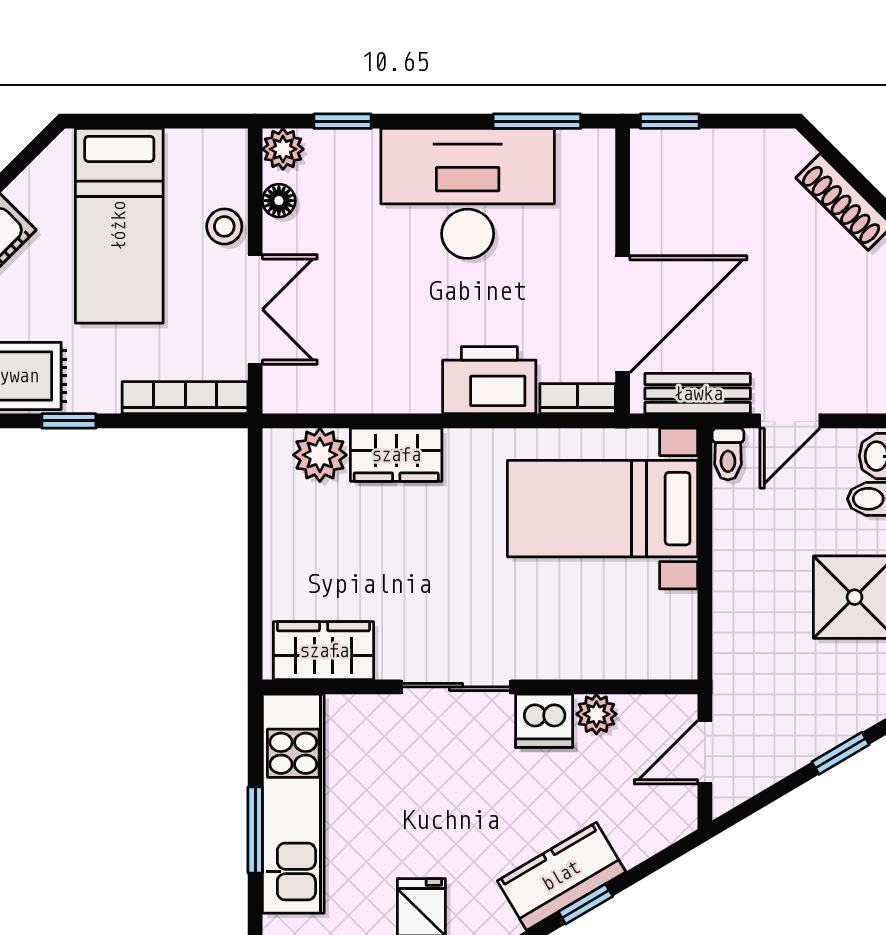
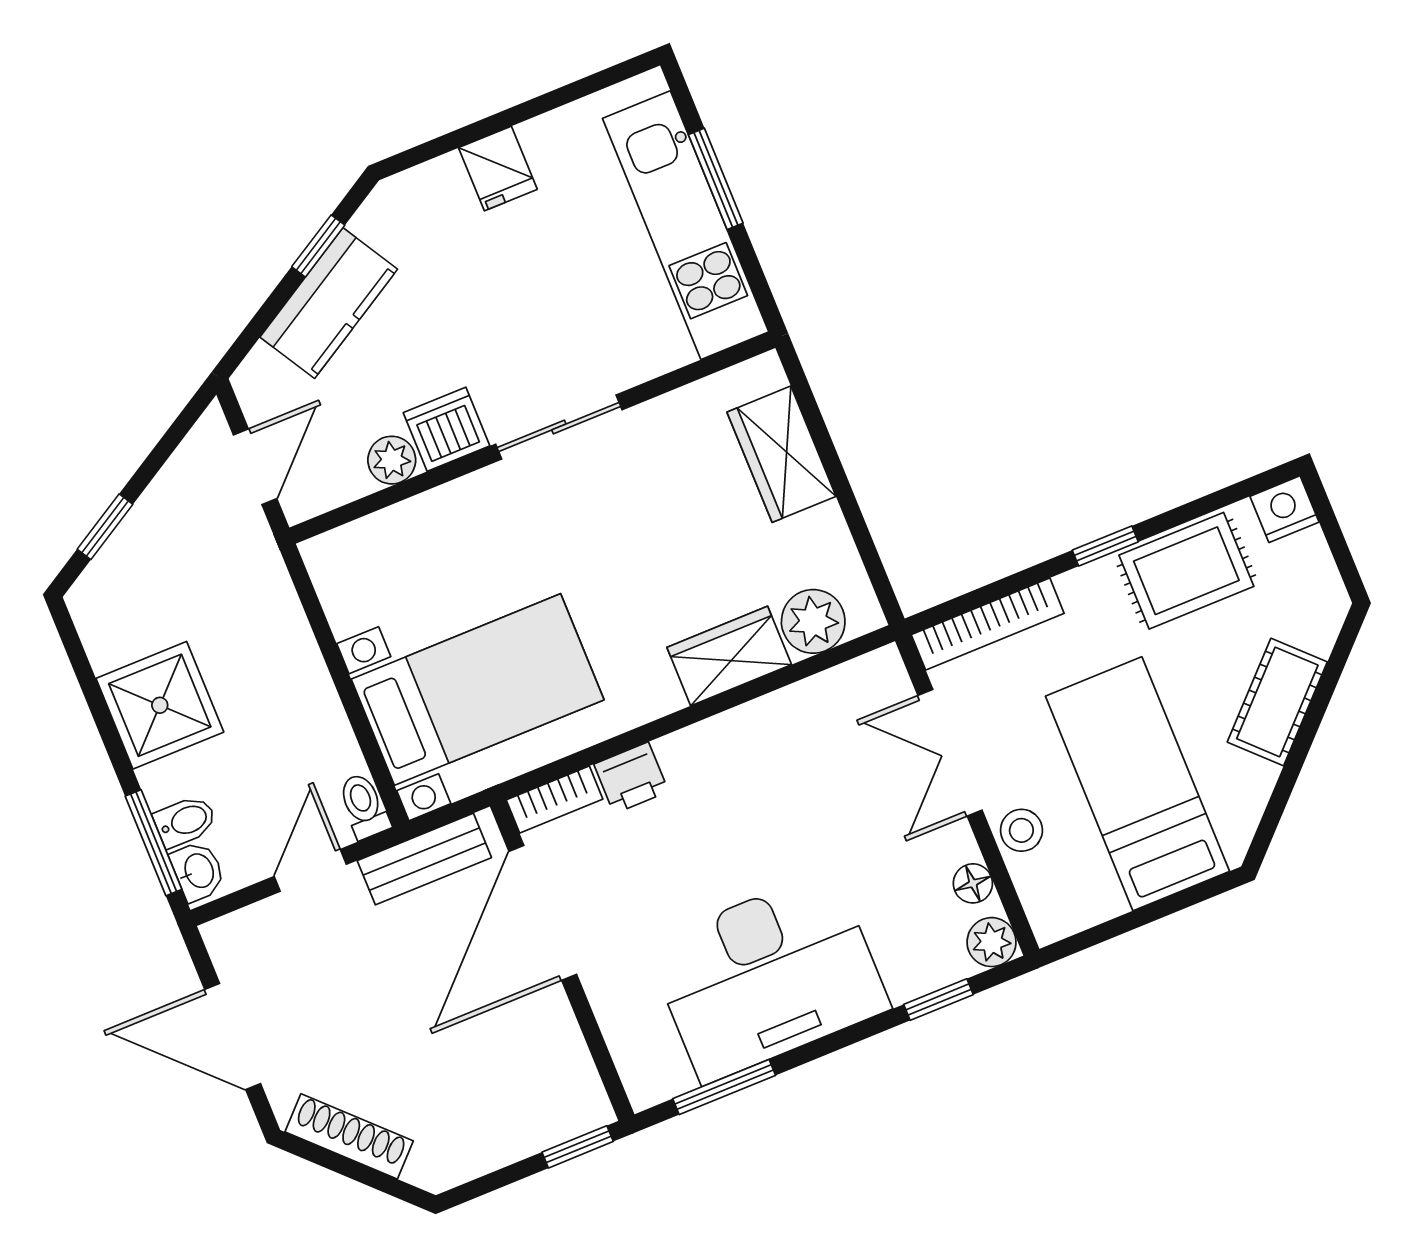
printer: (489, 380) -> (631, 778), width x0.53, depth x0.68
wardrobe: (324, 651) -> (781, 454), moved, turned 90
kitchen counter: (561, 876) -> (329, 303), moved

